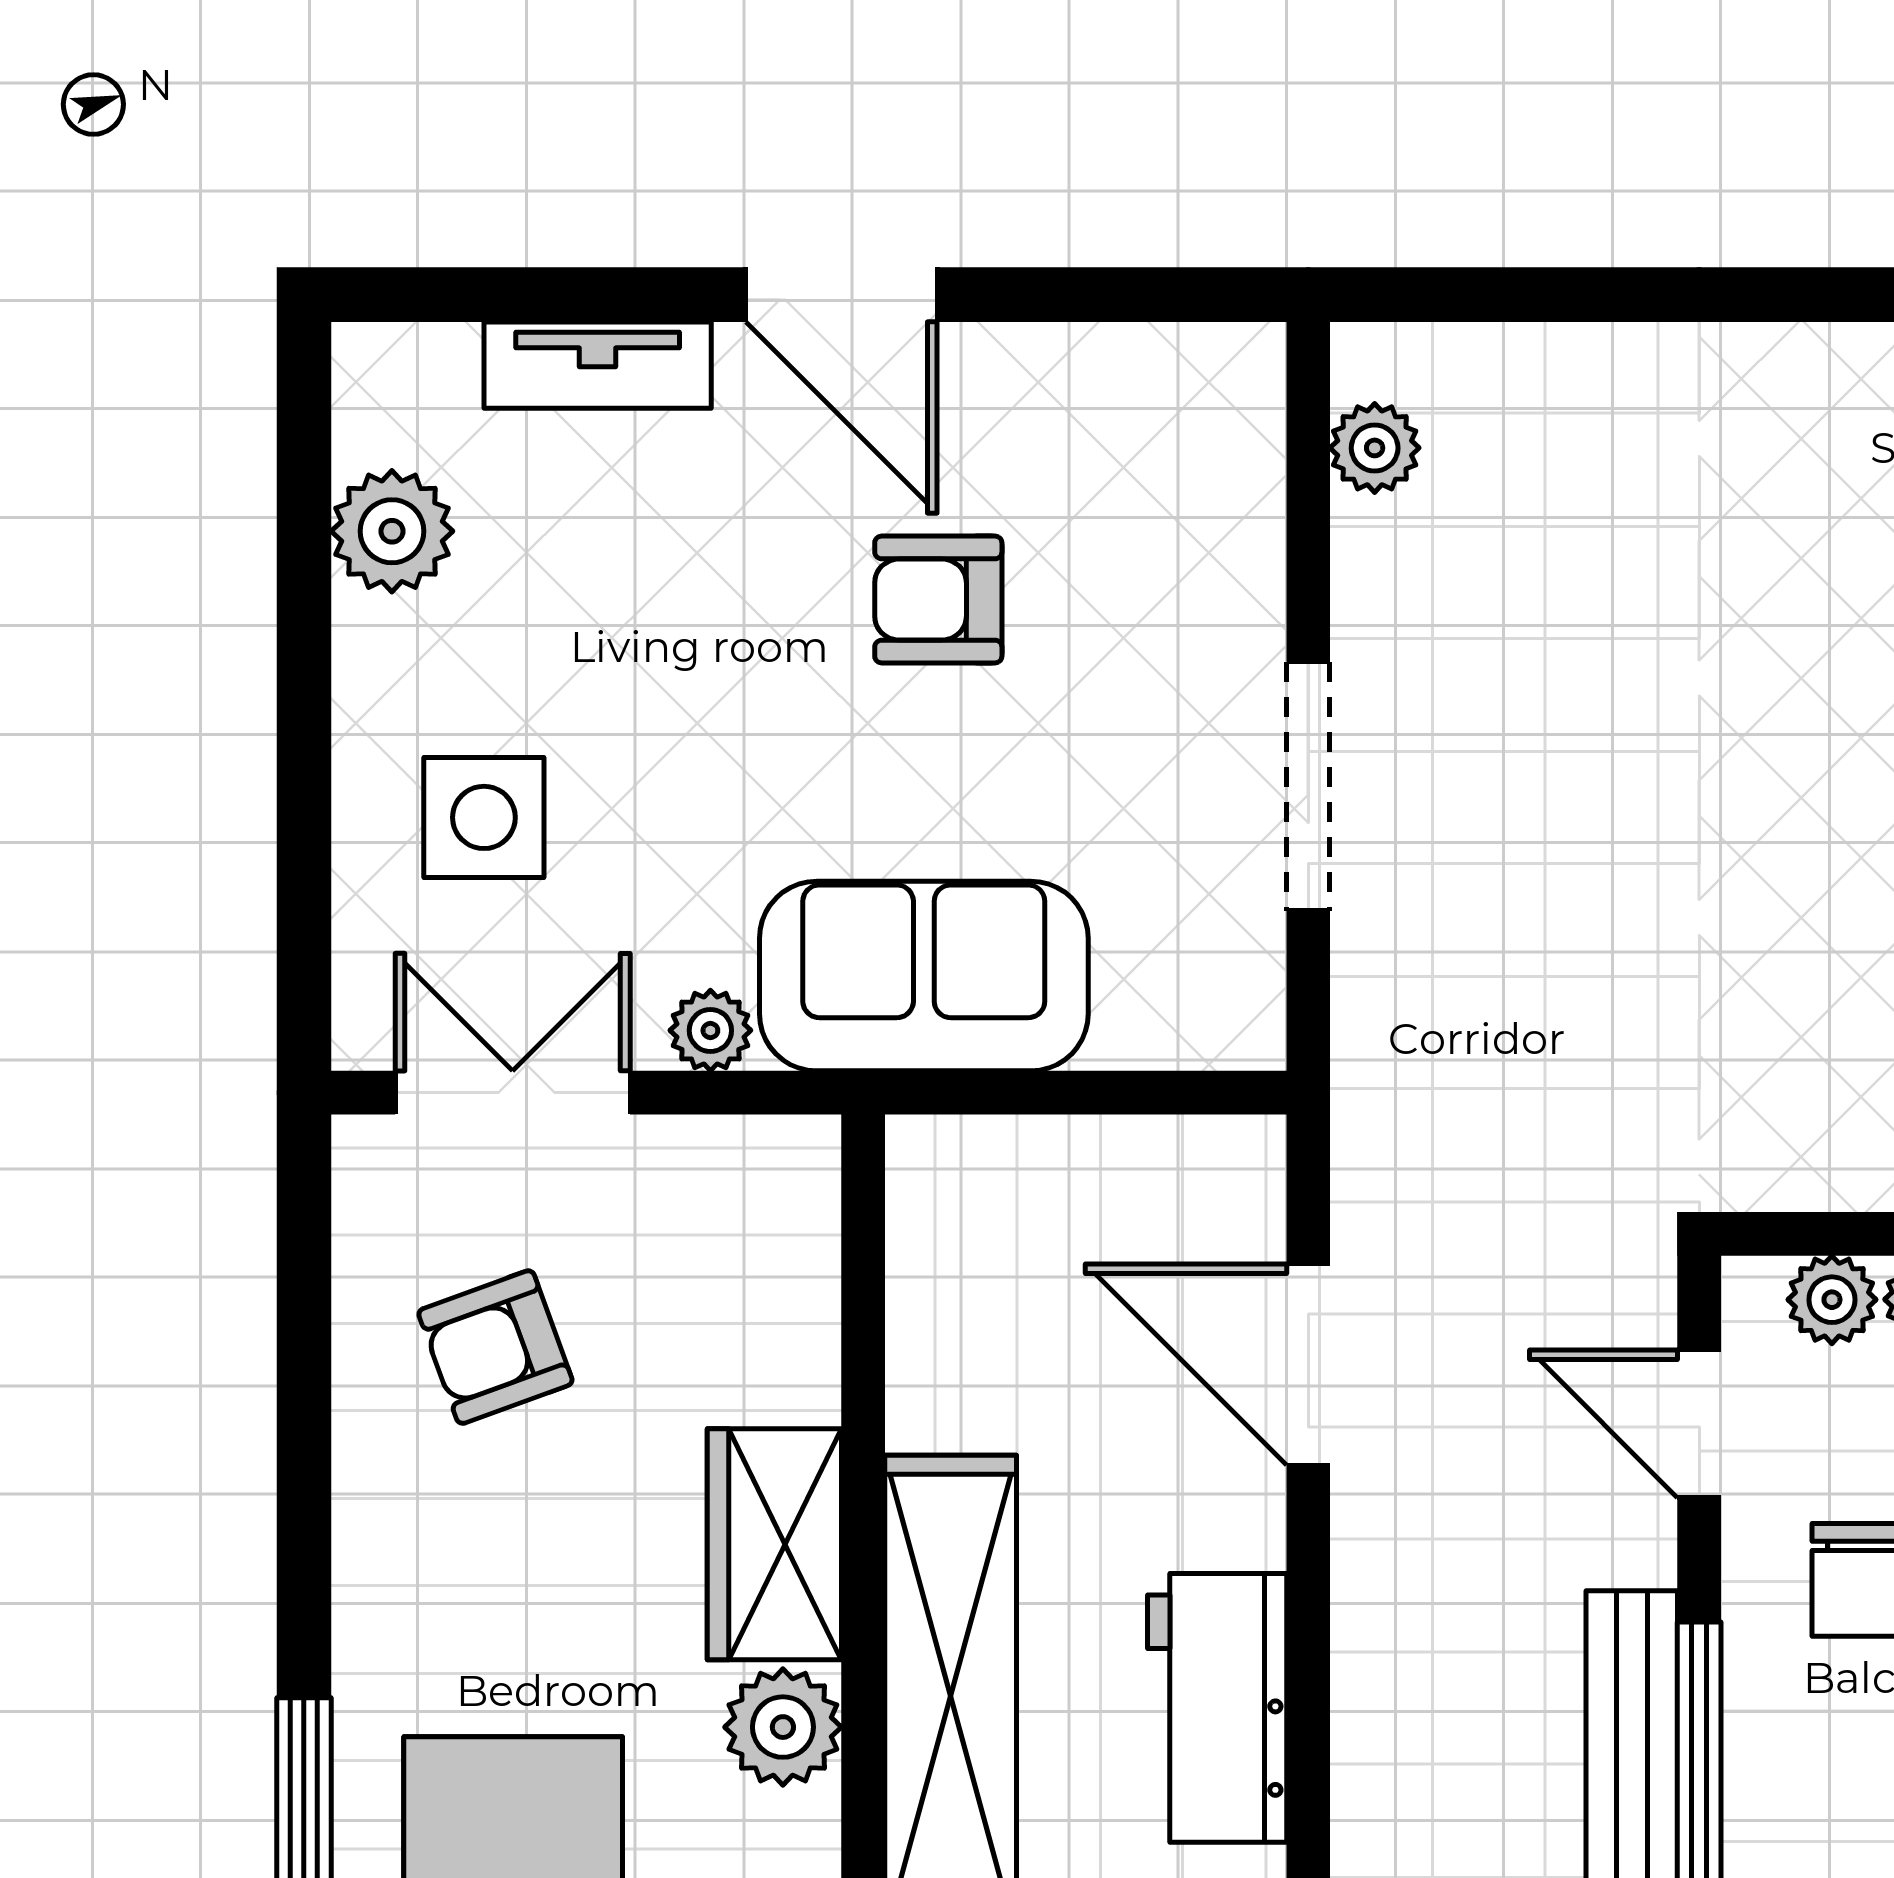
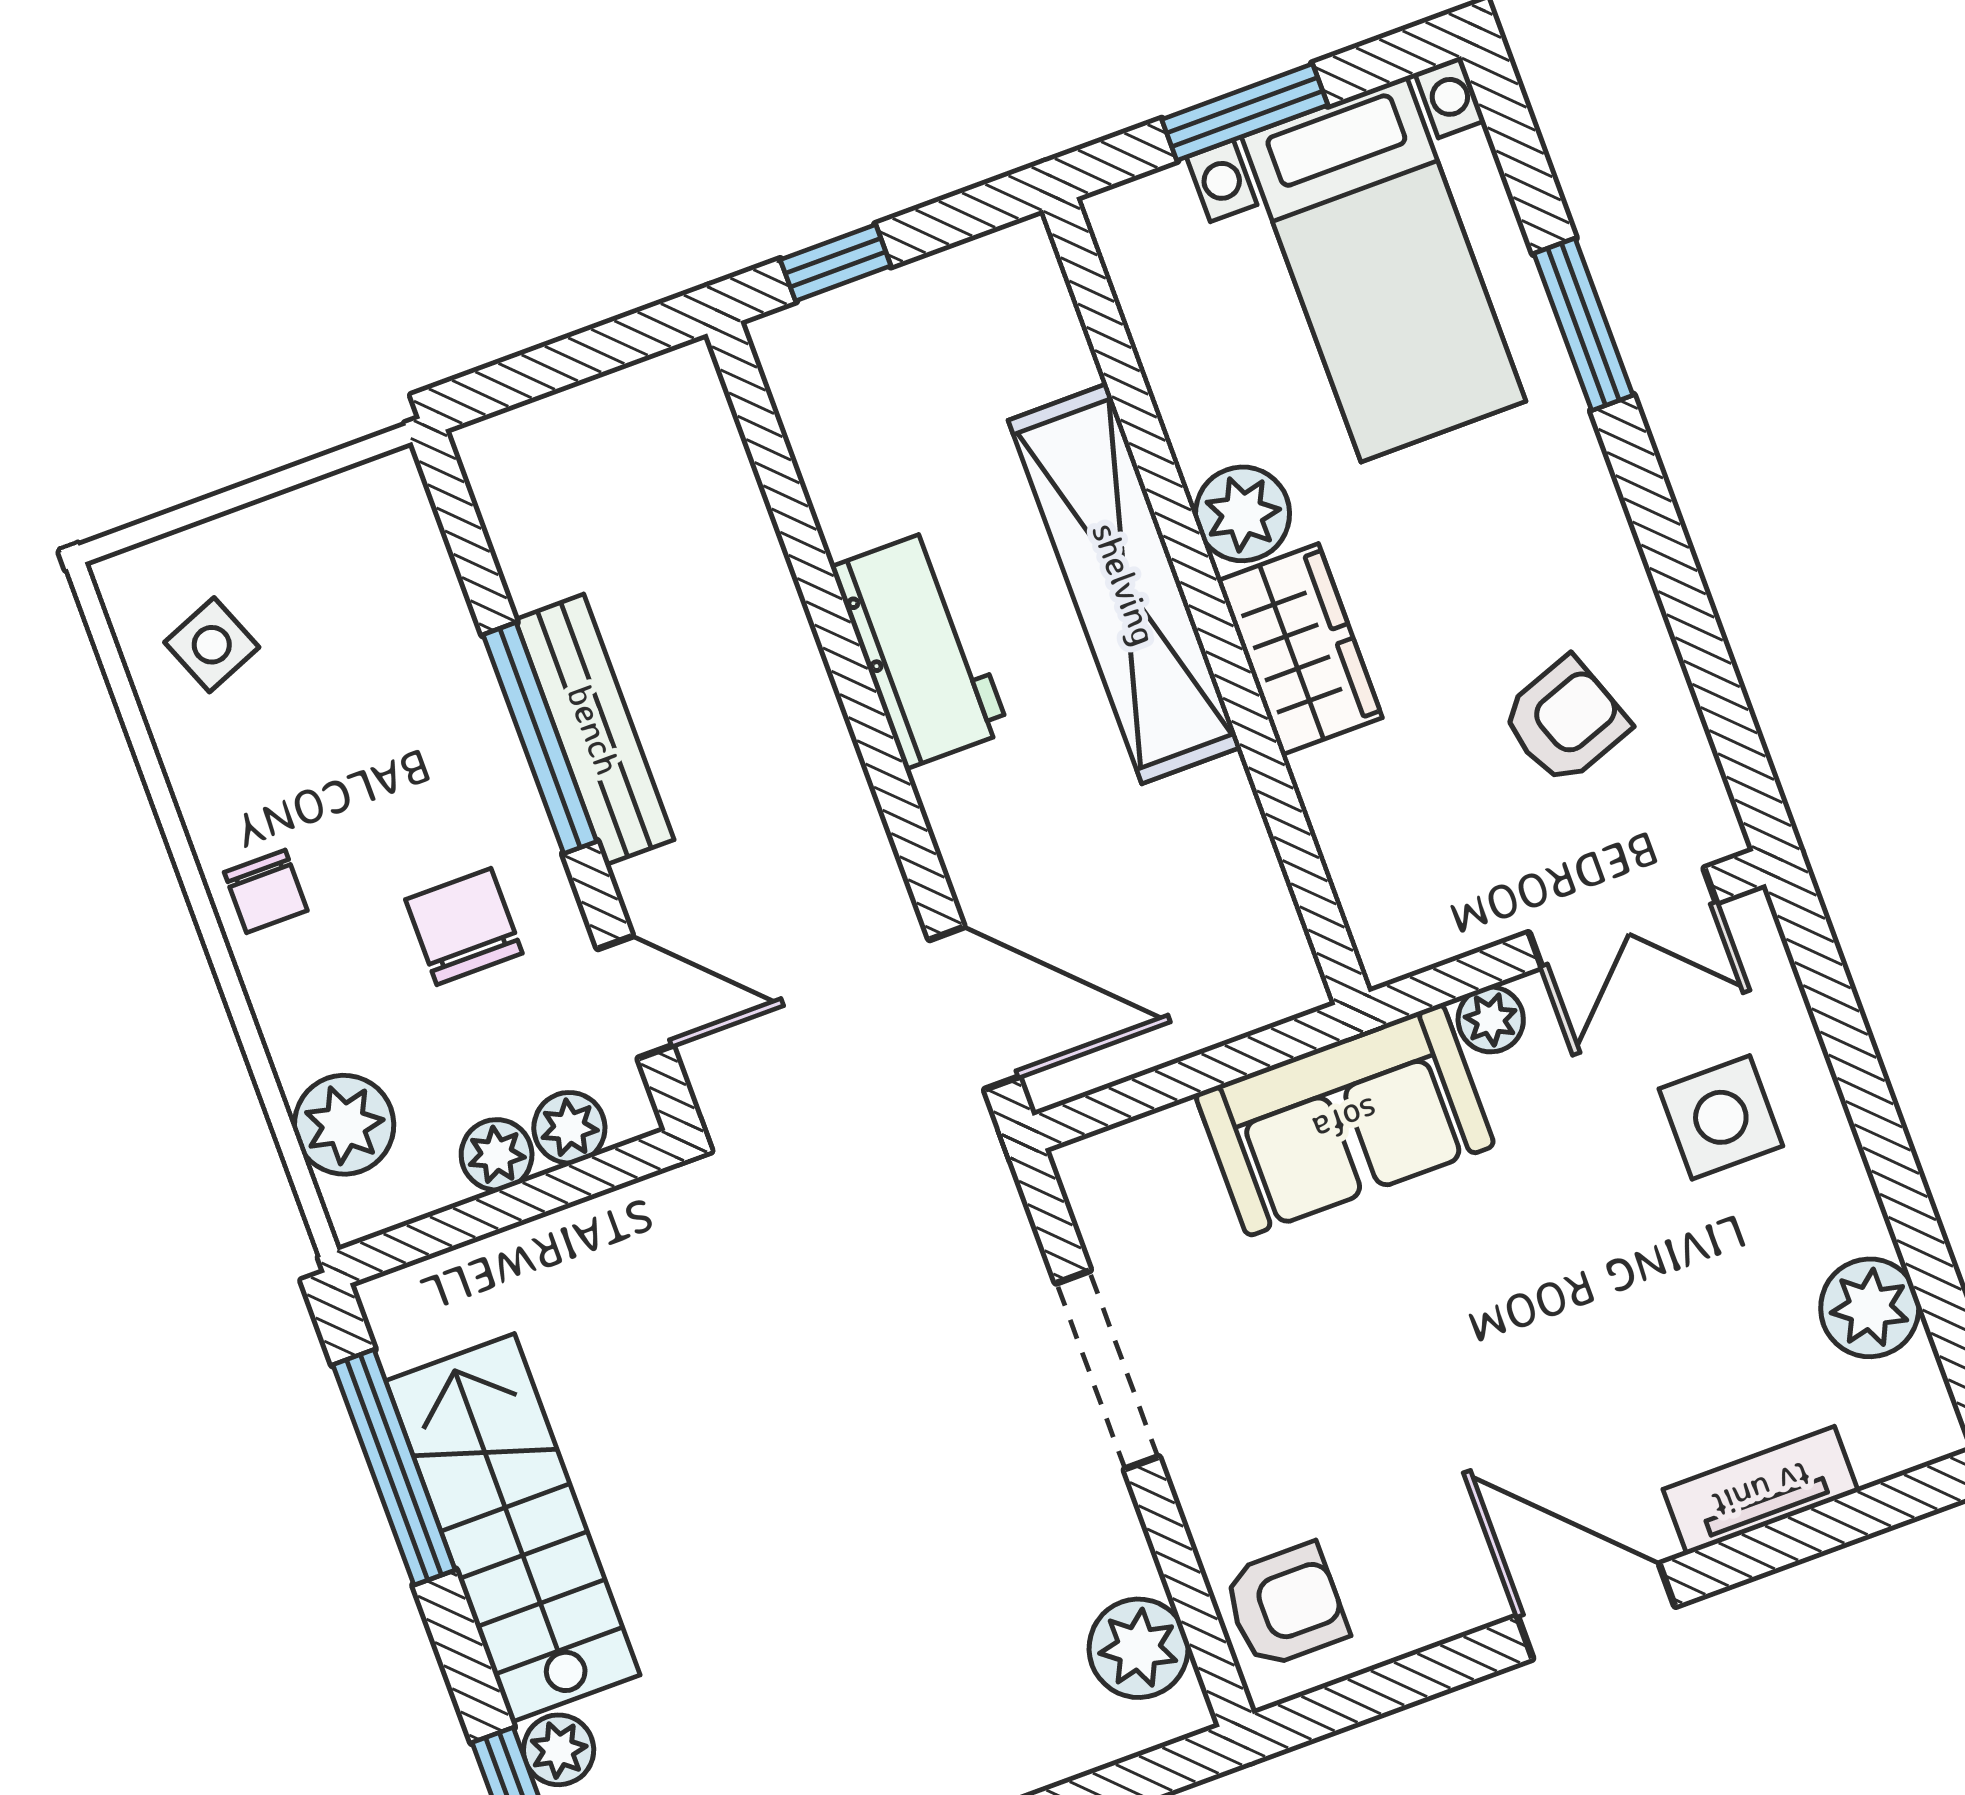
plant: (1375, 448) -> (1139, 1648), width x1.38, depth x1.38
armchair: (938, 600) -> (1286, 1606), moved
door: (1308, 1364) -> (974, 1008), moved

